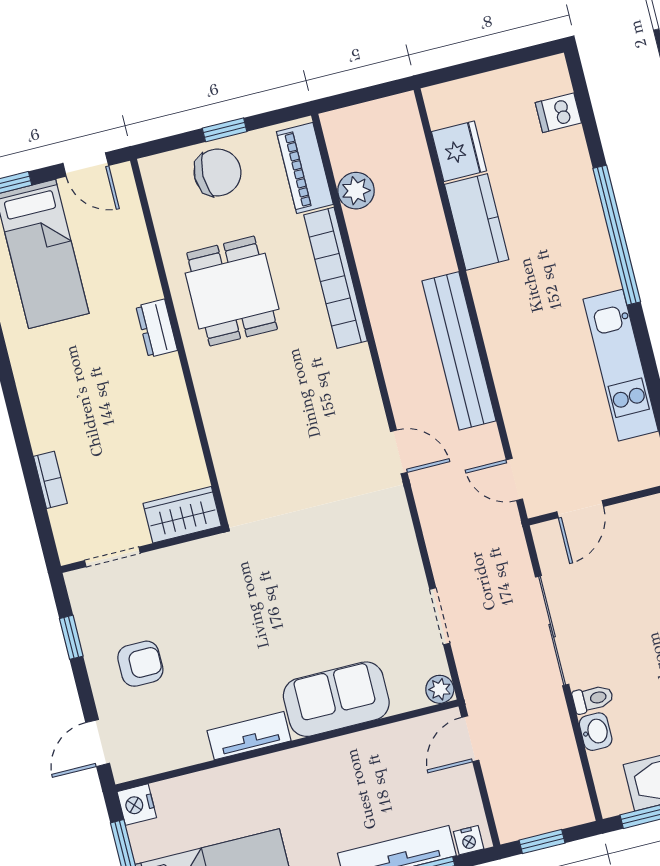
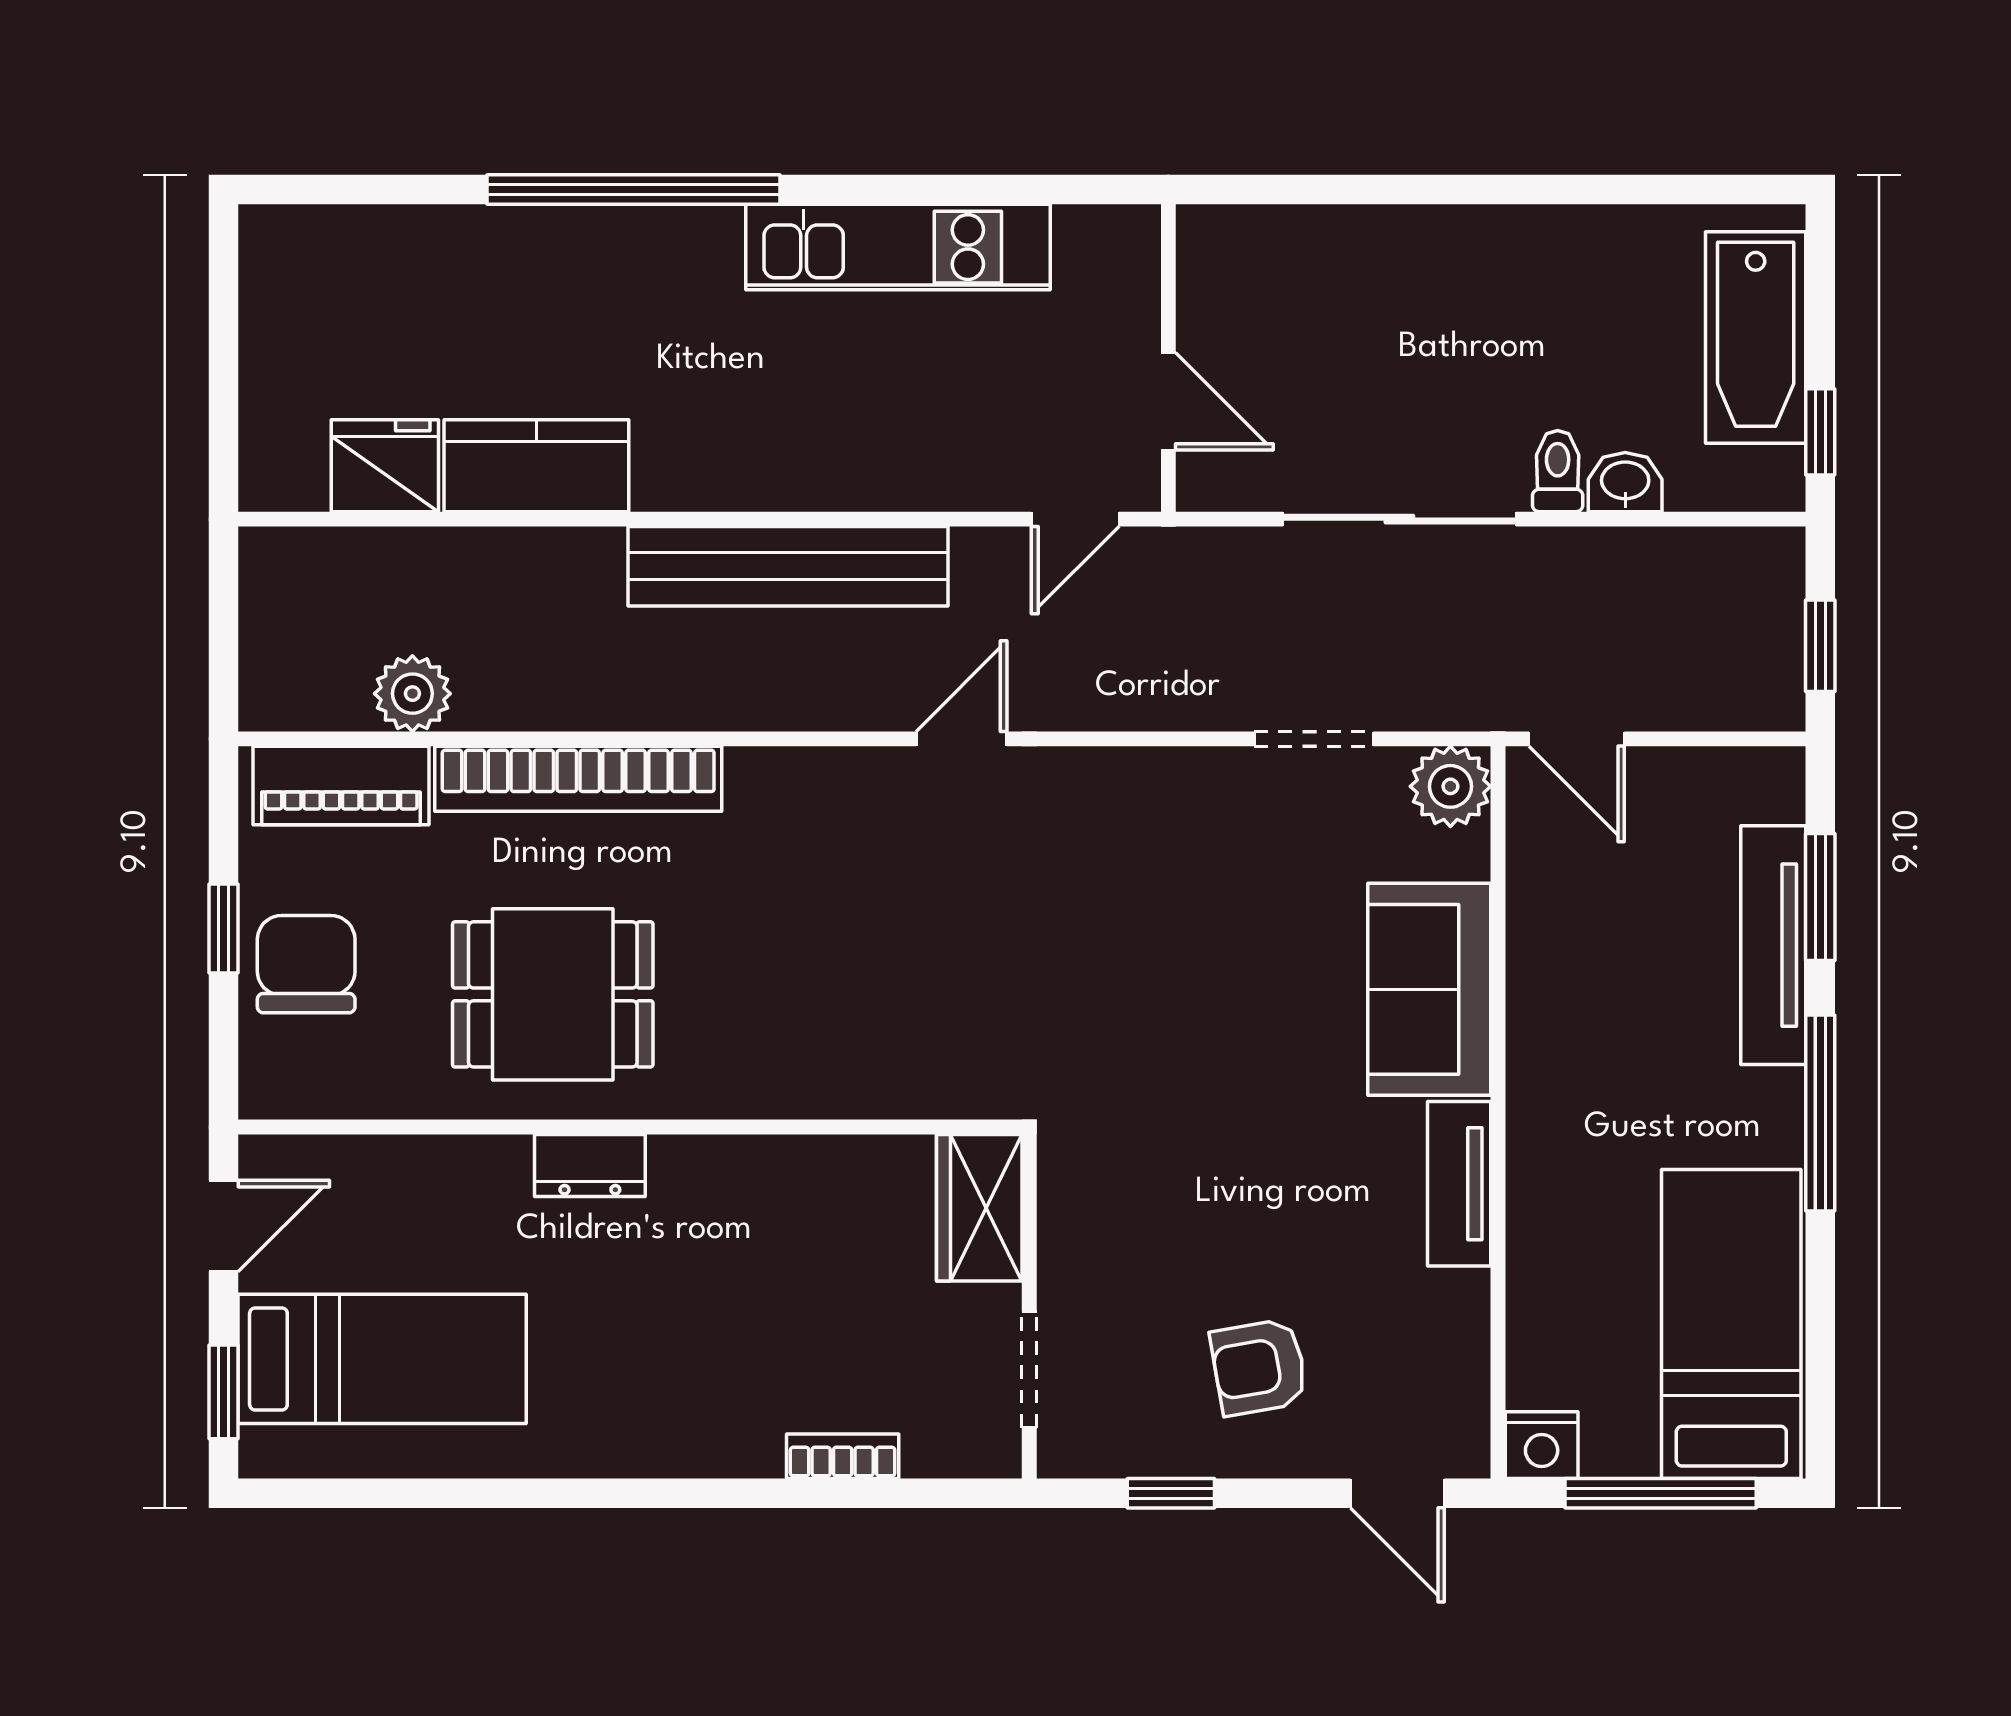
dishwasher: (558, 113) -> (357, 246), removed
armchair: (140, 664) -> (1259, 1367), turned -100
plant: (440, 689) -> (1450, 786), width x1.38, depth x1.38
nightstand: (469, 840) -> (1780, 793), removed

